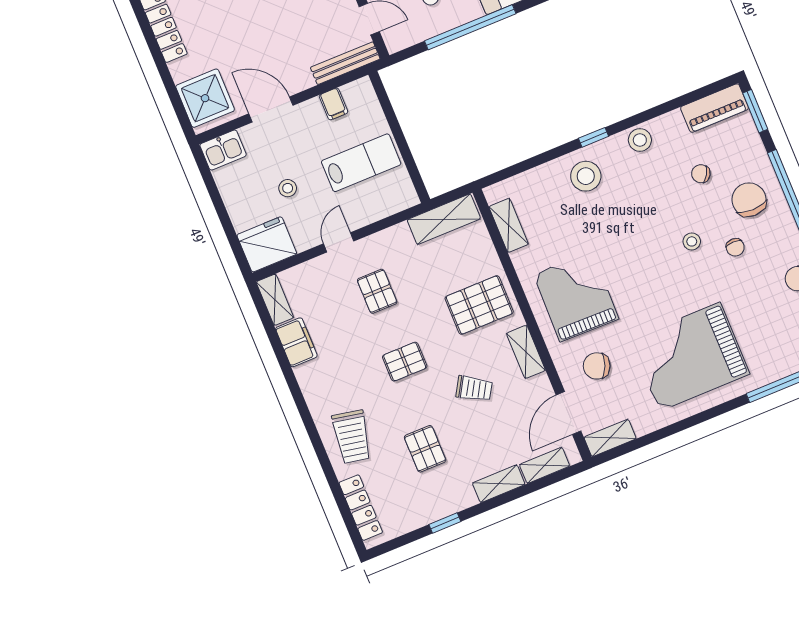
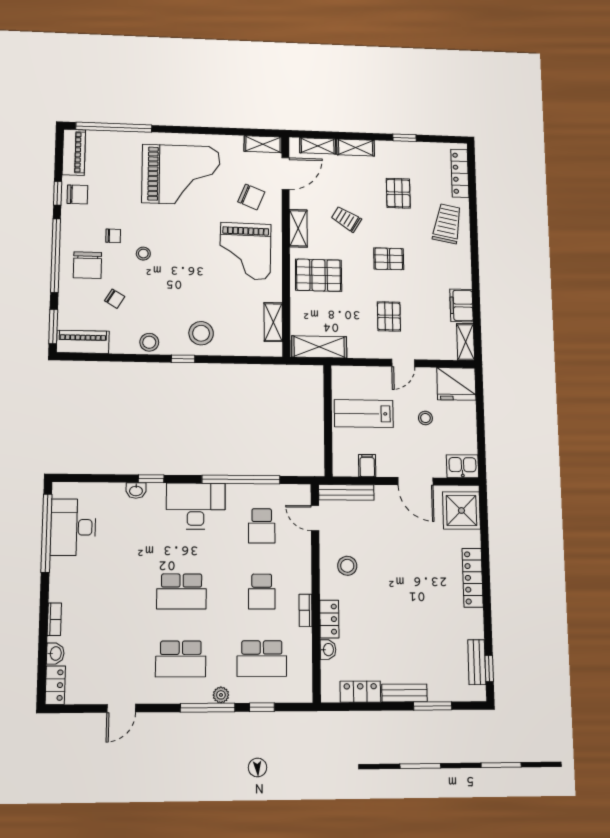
chair: (735, 247) -> (113, 236), turned 90

